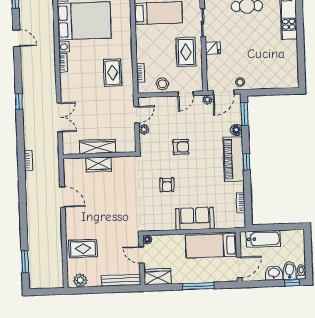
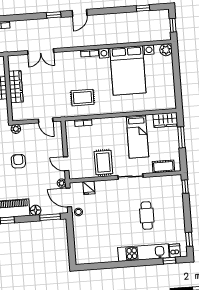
door: (17, 38) -> (80, 13), moved
fridge: (213, 48) -> (89, 188), moved
rug: (186, 52) -> (103, 162), turned 90
stool: (162, 84) -> (74, 142), removed
plant: (144, 130) -> (16, 129), moved
armchair: (181, 147) -> (18, 161), turned 180

